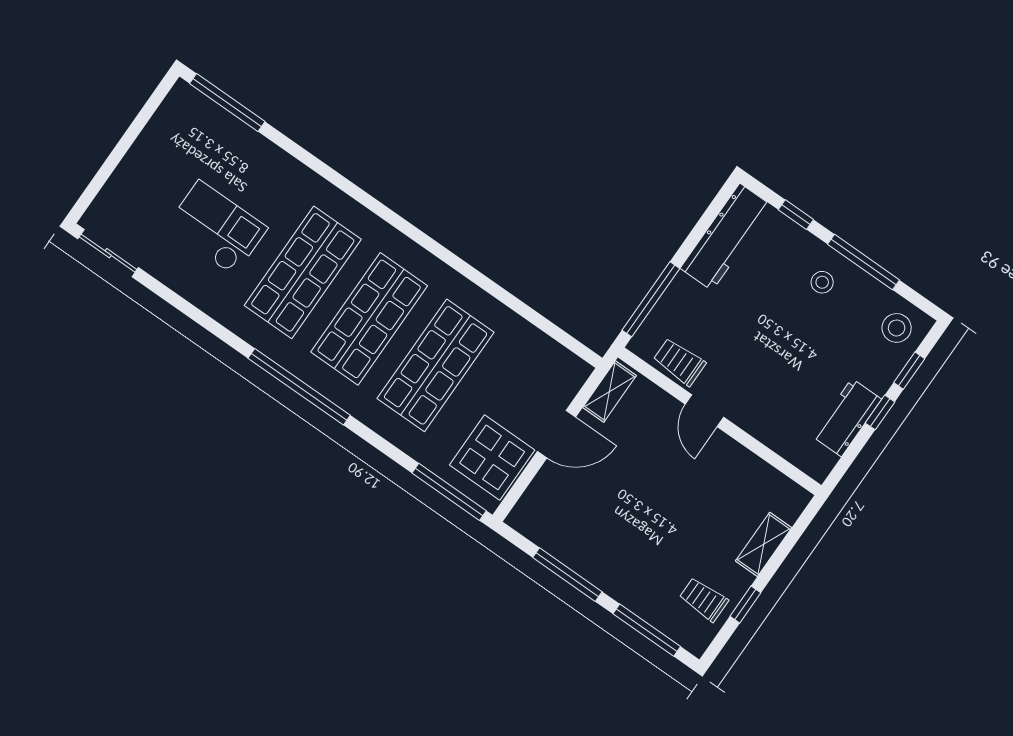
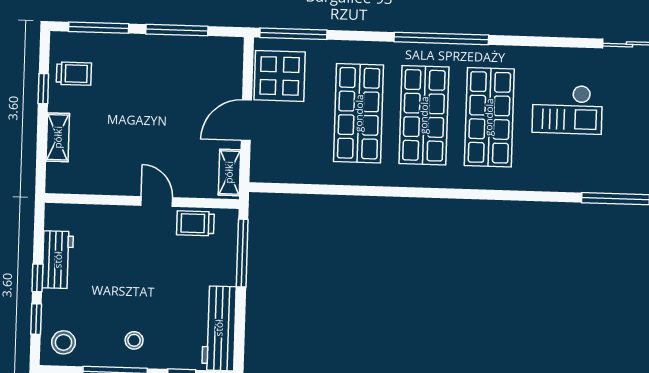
trolley: (679, 362) -> (195, 223), turned 180

